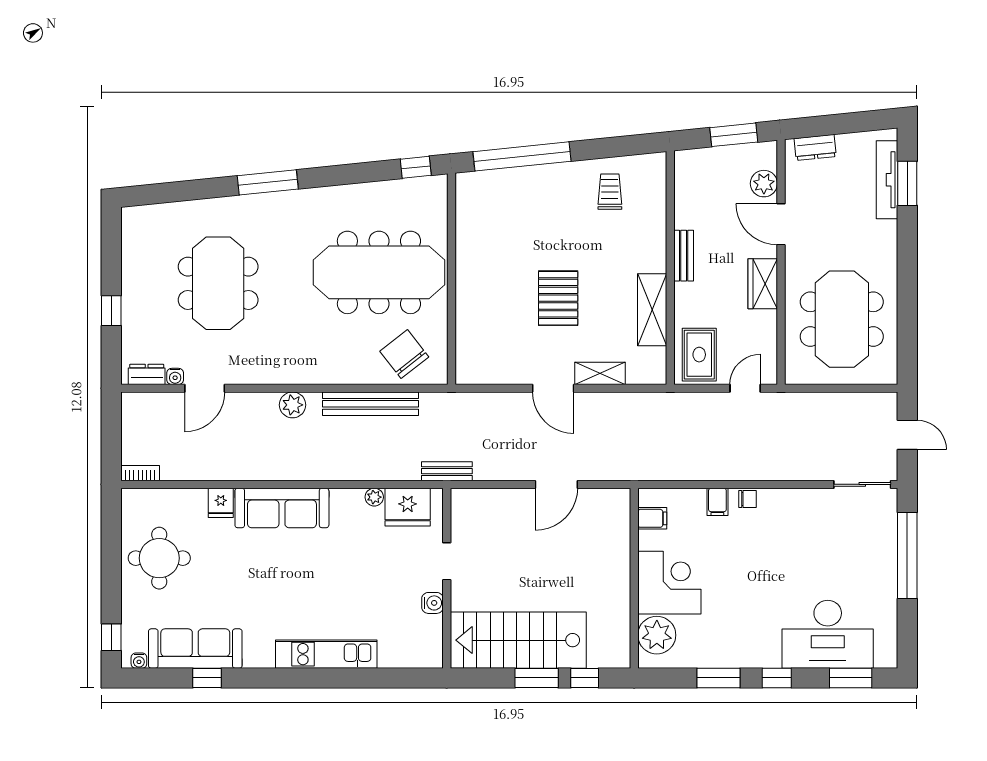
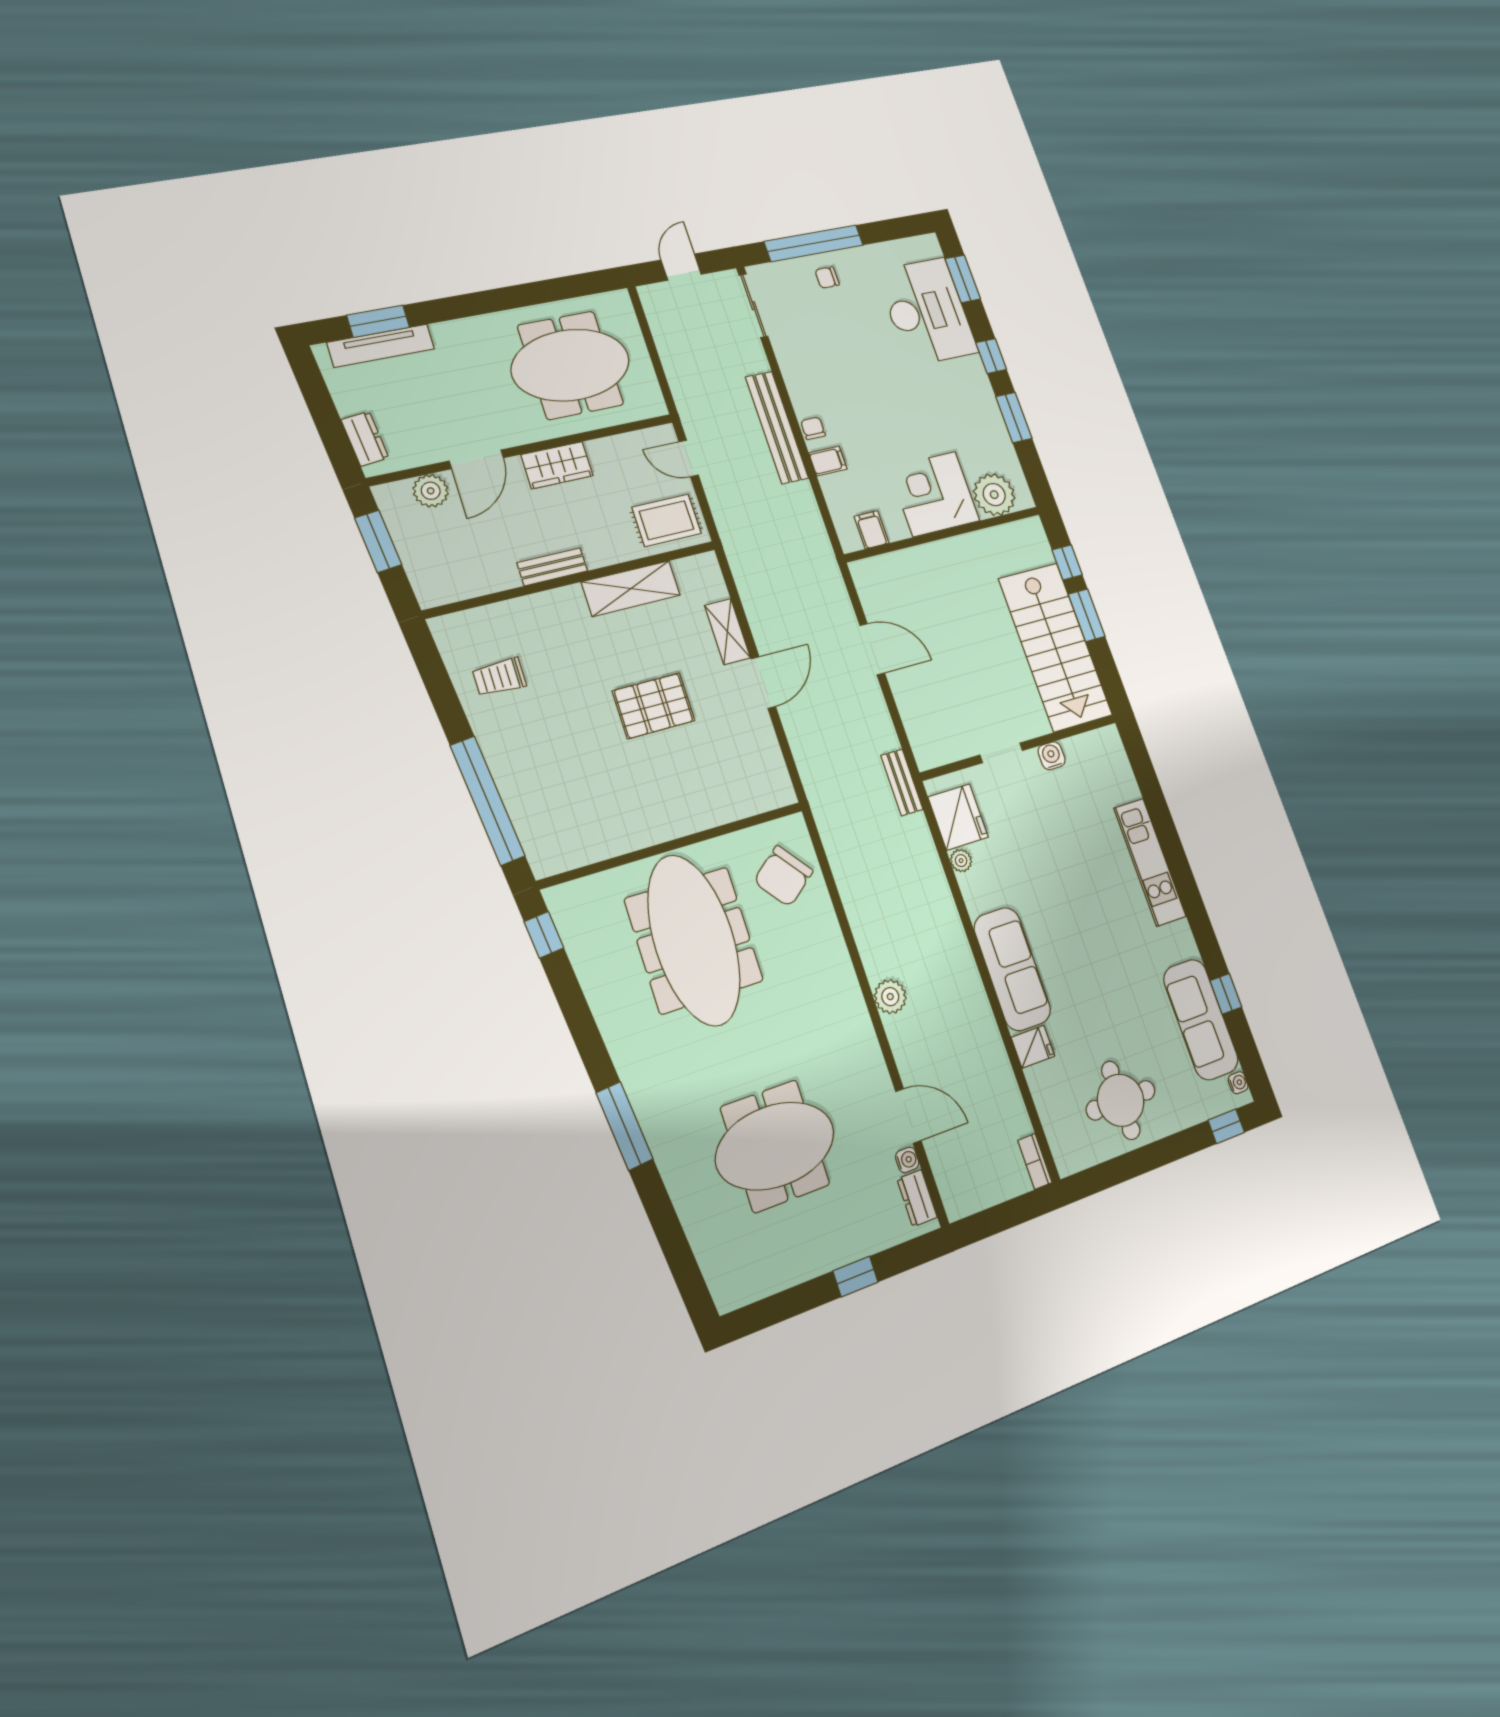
bench: (370, 404) -> (777, 427), moved
chair: (875, 556) -> (827, 277), added

